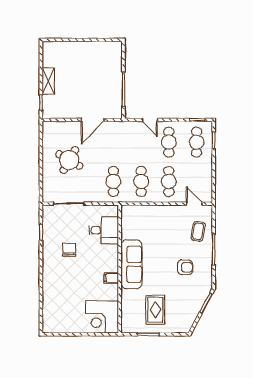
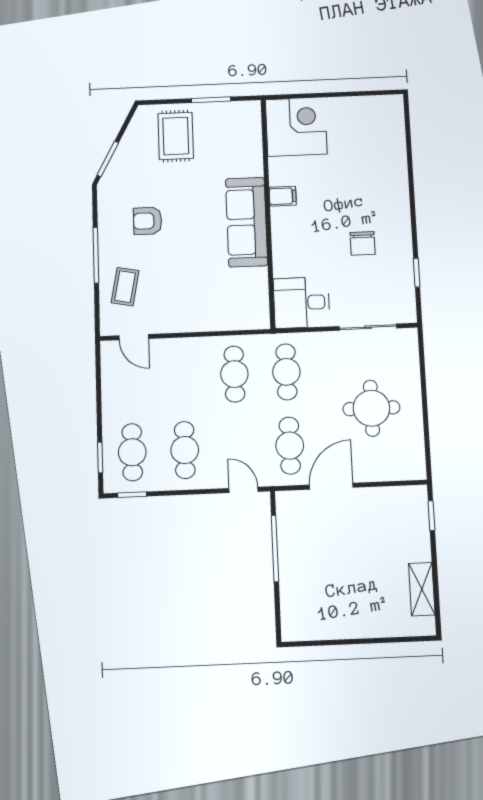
shelving: (48, 81) -> (422, 589), moved
door: (150, 120) -> (244, 490), moved
round table: (69, 160) -> (371, 408), turned -30
cafe table: (169, 181) -> (290, 446), moved
desk: (104, 230) -> (302, 303), moved
rug: (155, 310) -> (176, 136), moved

